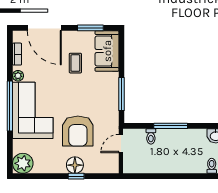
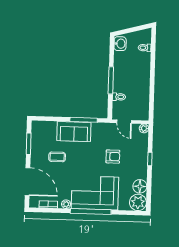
door: (44, 28) -> (27, 182), hinge flipped
sofa: (107, 51) -> (74, 131), moved
armchair: (78, 131) -> (113, 157), width x0.53, depth x0.53
floor lamp: (75, 165) -> (140, 186), moved
plant: (113, 168) -> (144, 128), added

